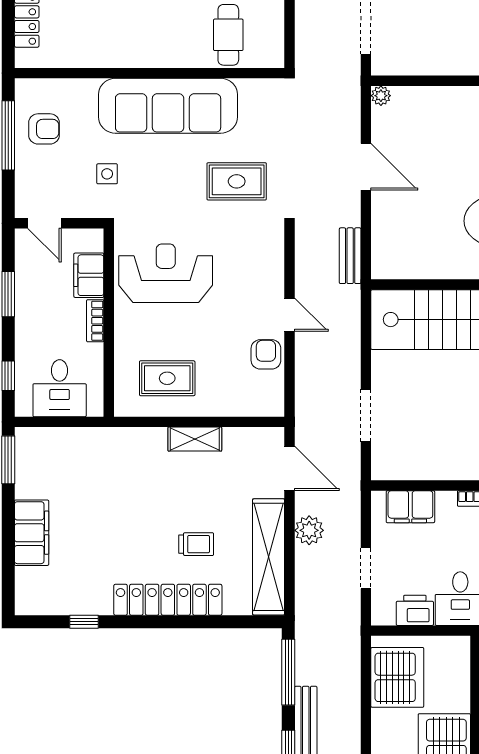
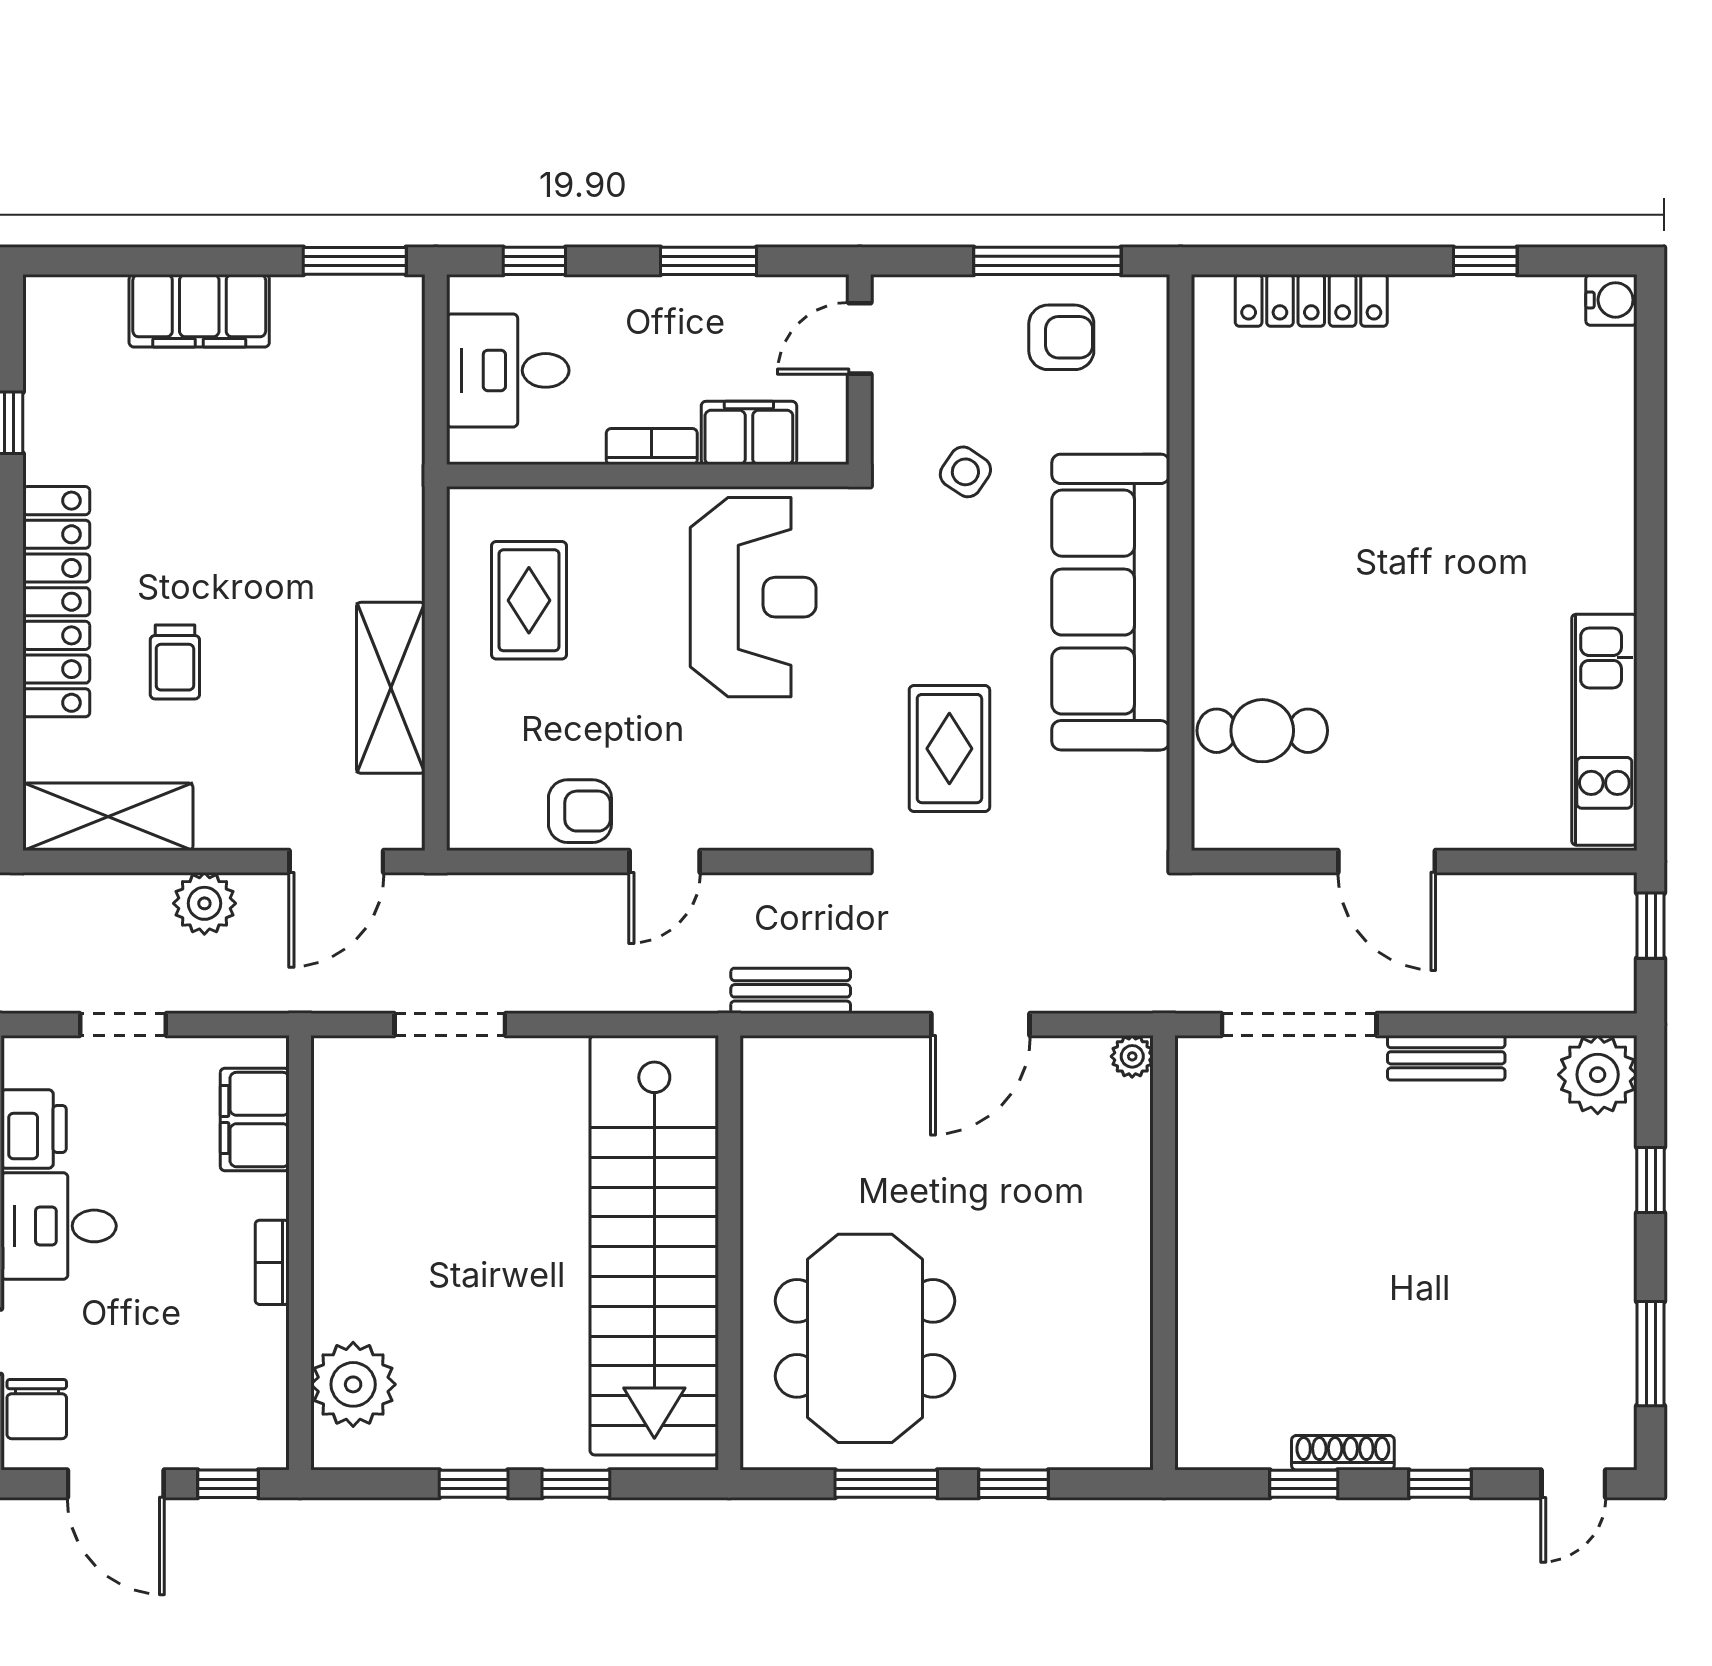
armchair: (44, 129) -> (1061, 337), turned -90
side table: (107, 174) -> (965, 472), turned 34
shelving: (195, 439) -> (391, 688), width x1.50, depth x1.33
shelving: (269, 557) -> (108, 817), width x0.68

